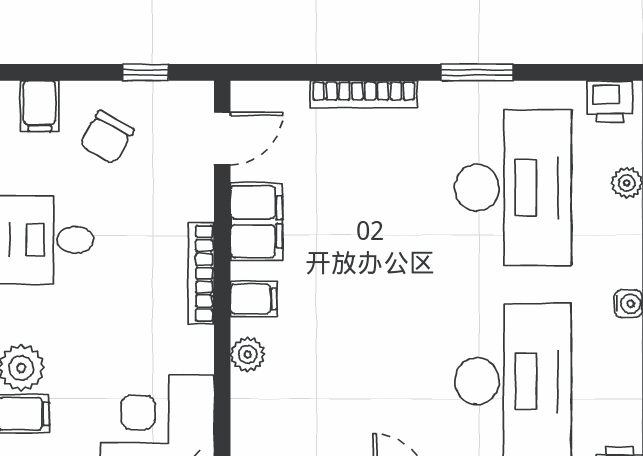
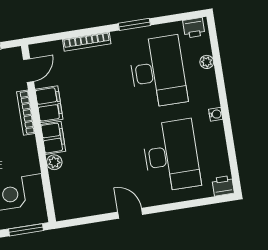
bookcase: (201, 273) -> (26, 113), moved
filing cabinet: (254, 299) -> (53, 138), width x2.00

